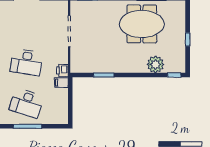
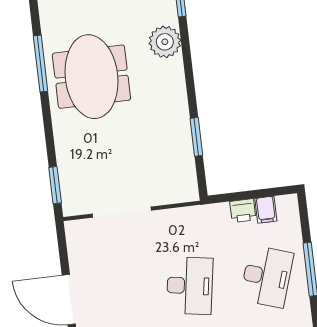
printer: (62, 70) -> (243, 211), moved
filing cabinet: (61, 83) -> (266, 210), moved

